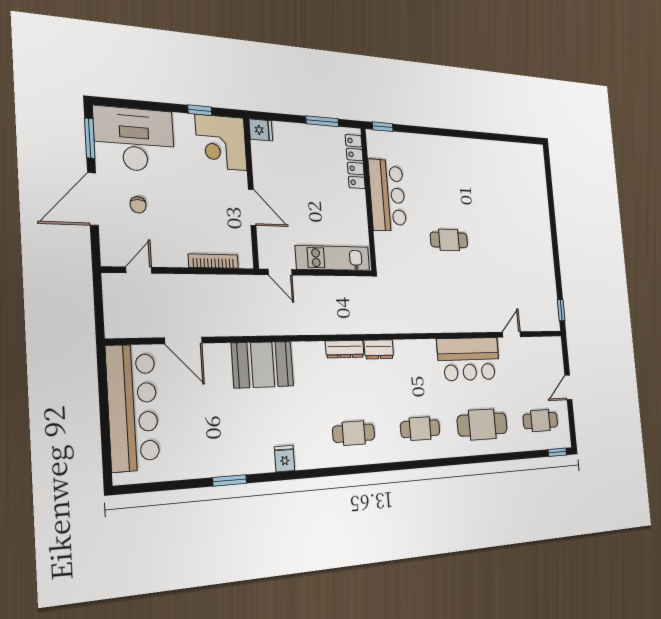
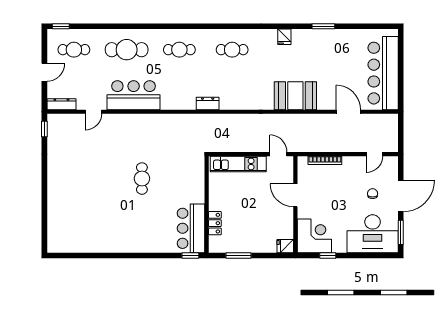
locker: (355, 162) -> (215, 223), width x0.66
bar counter: (387, 195) -> (191, 228), moved
cafe table: (449, 240) -> (142, 179), turned 90
dresser: (345, 349) -> (61, 104), moved

